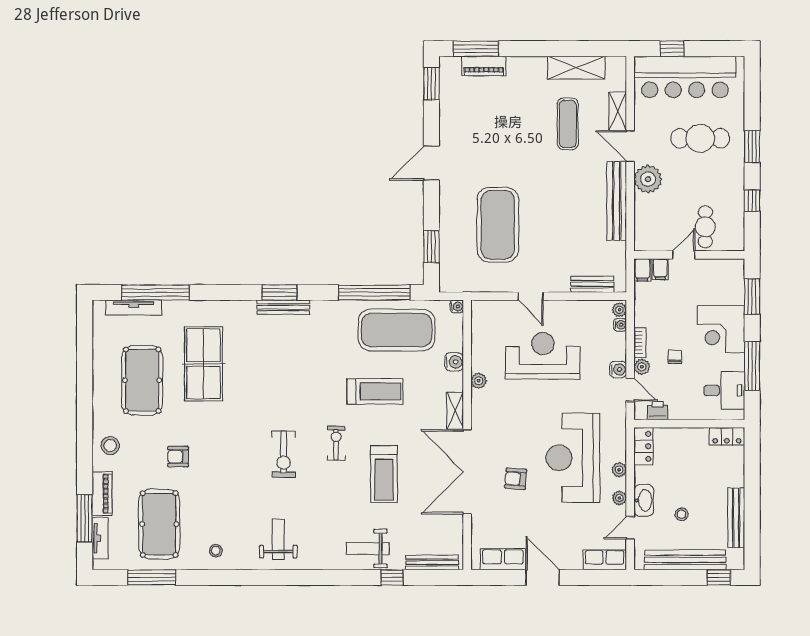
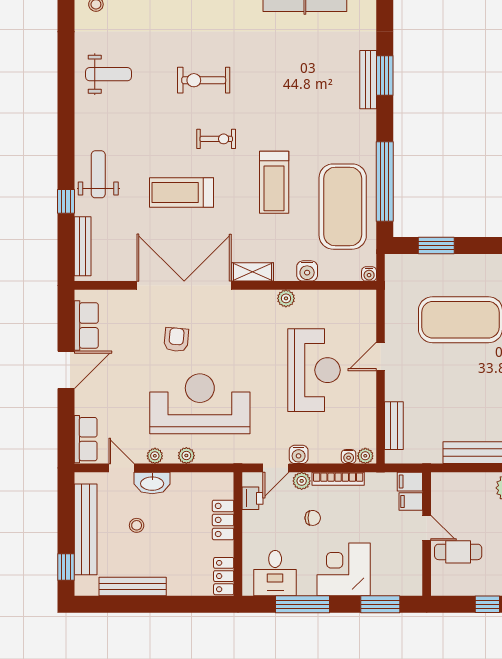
bookcase: (640, 342) -> (338, 479), width x1.56
locker: (643, 446) -> (223, 520), moved, turned 90

